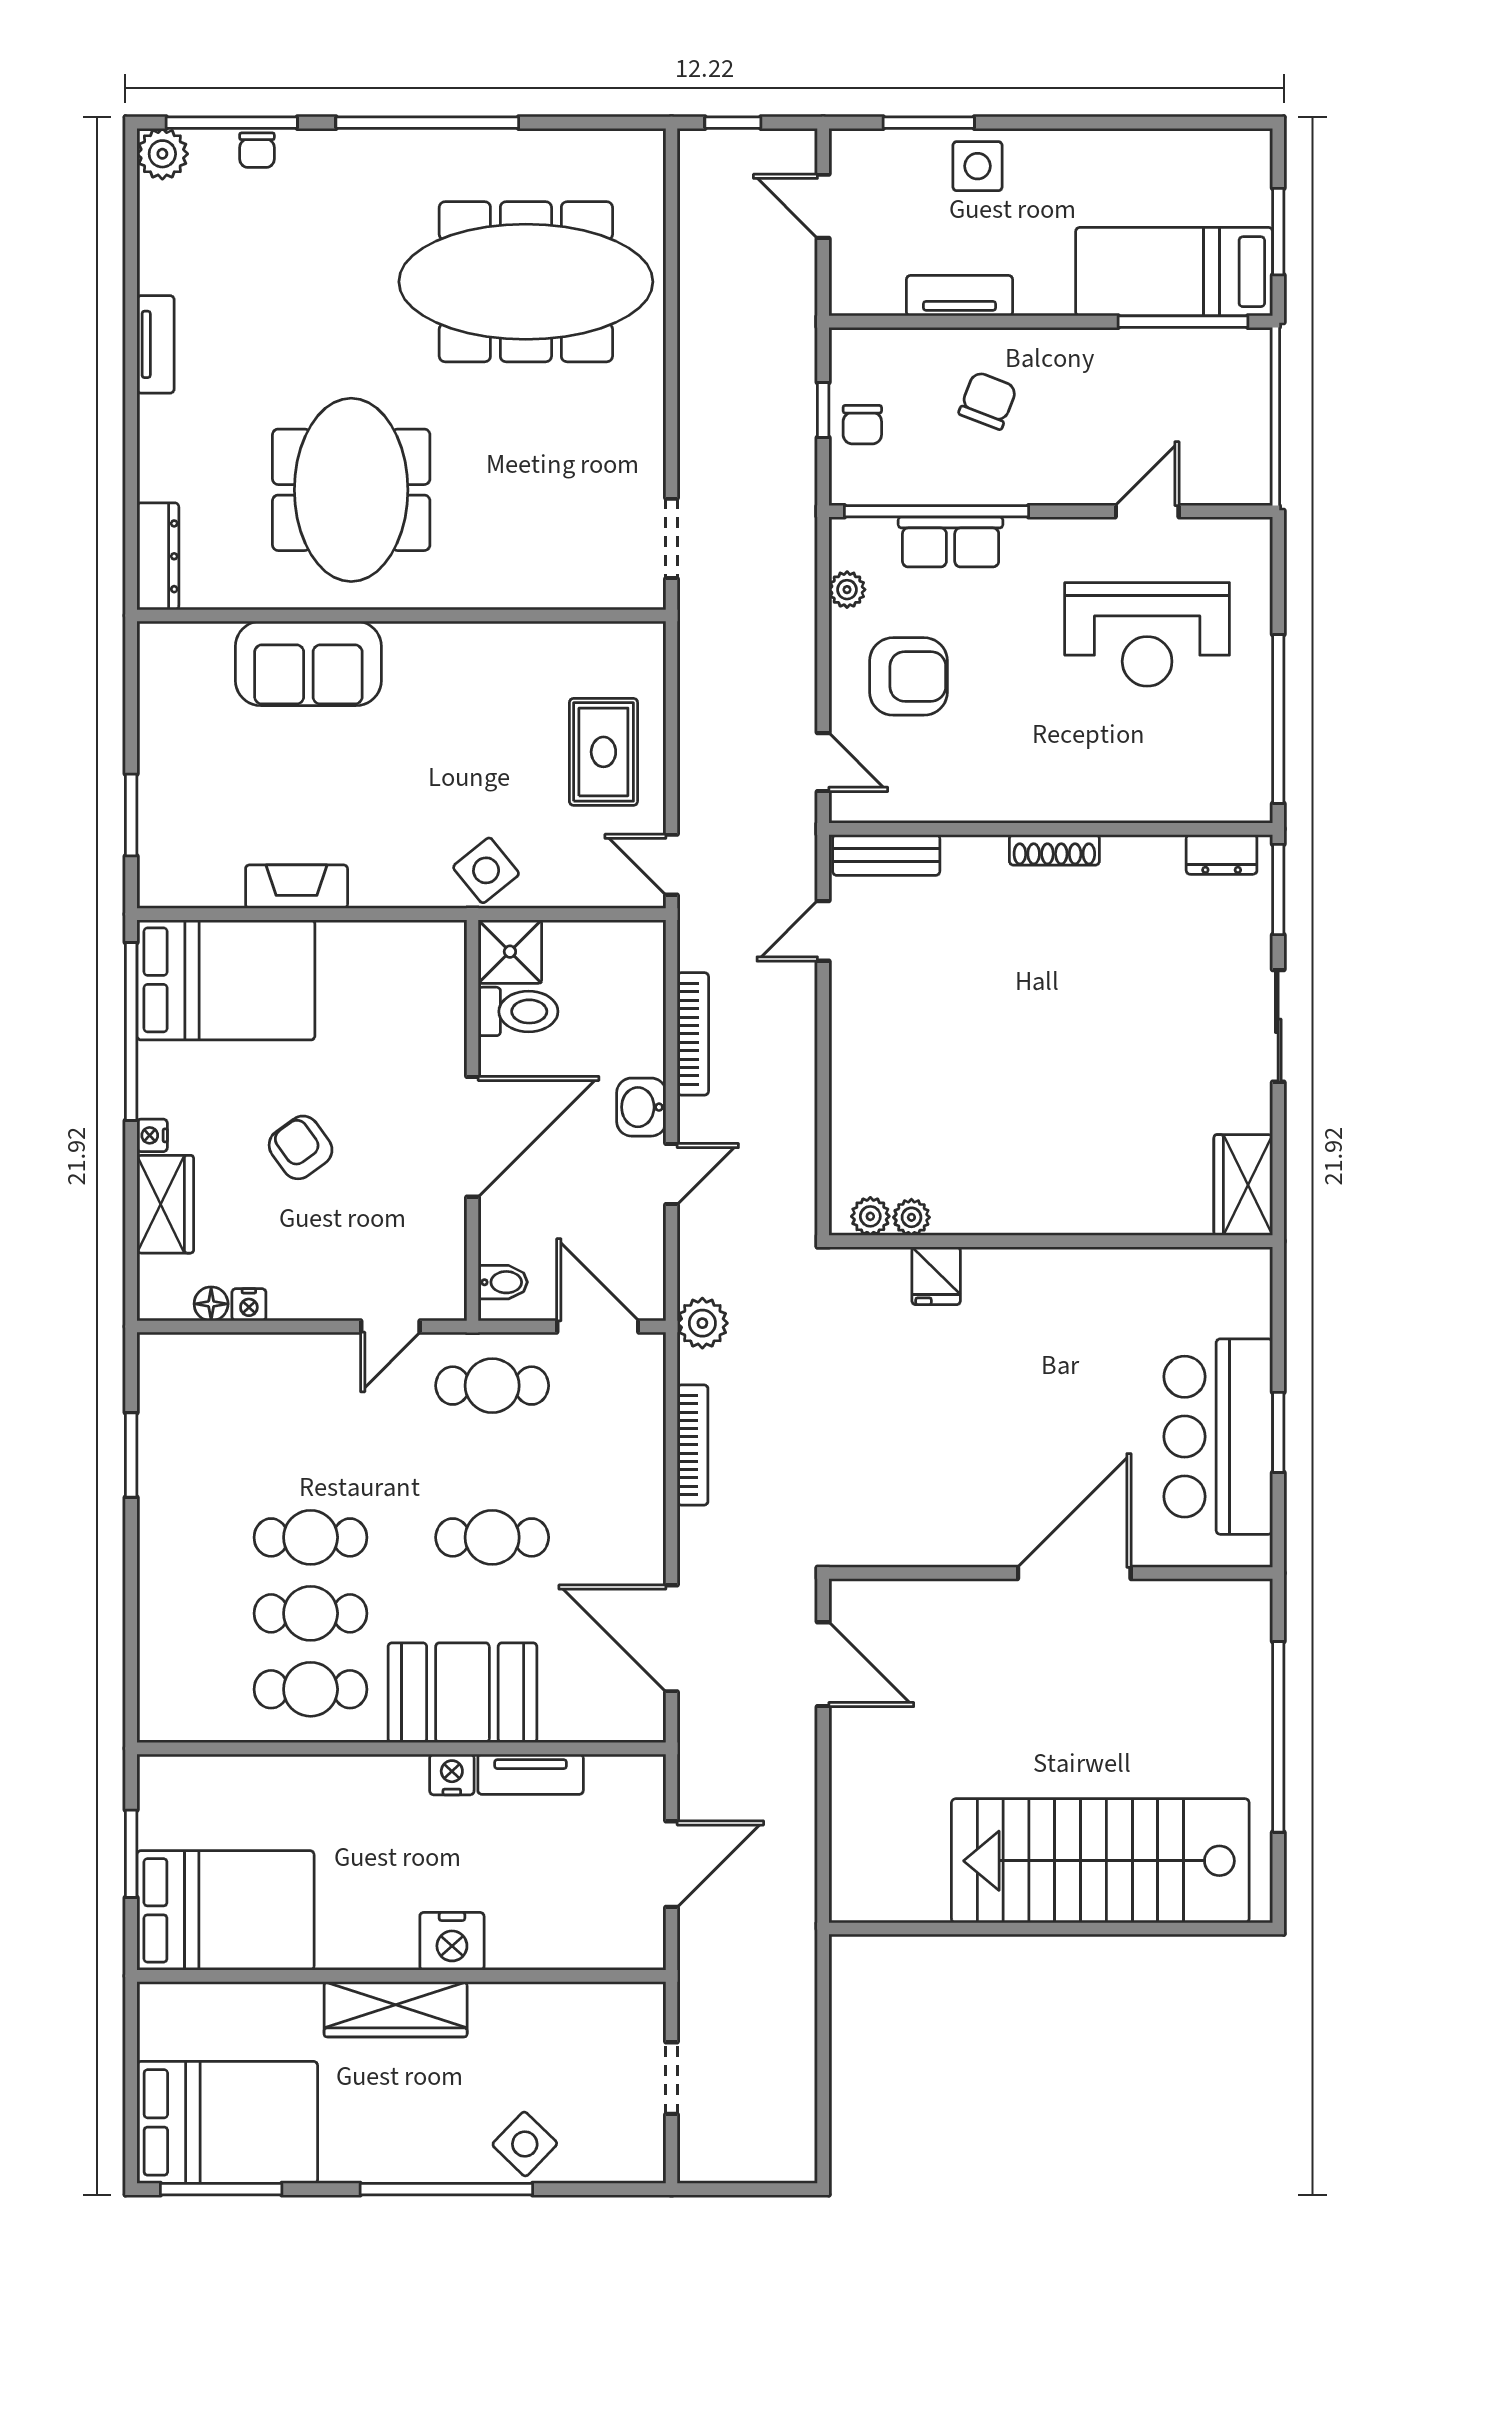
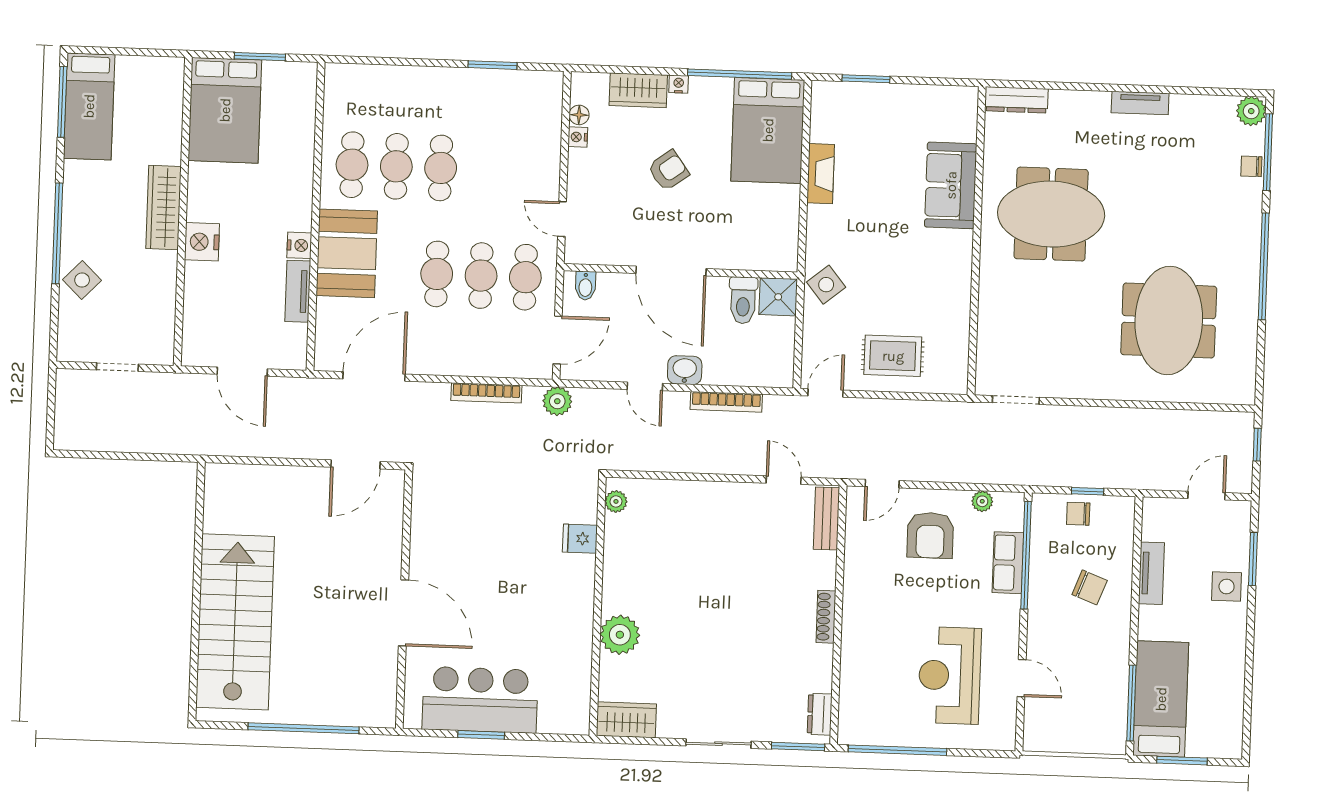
meeting table: (526, 282) -> (1169, 320), width x0.73
plant: (911, 1217) -> (620, 635), moved, width x1.88, depth x1.88
cafe table: (492, 1462) -> (481, 276), added
bed: (227, 2122) -> (89, 106), width x0.67

